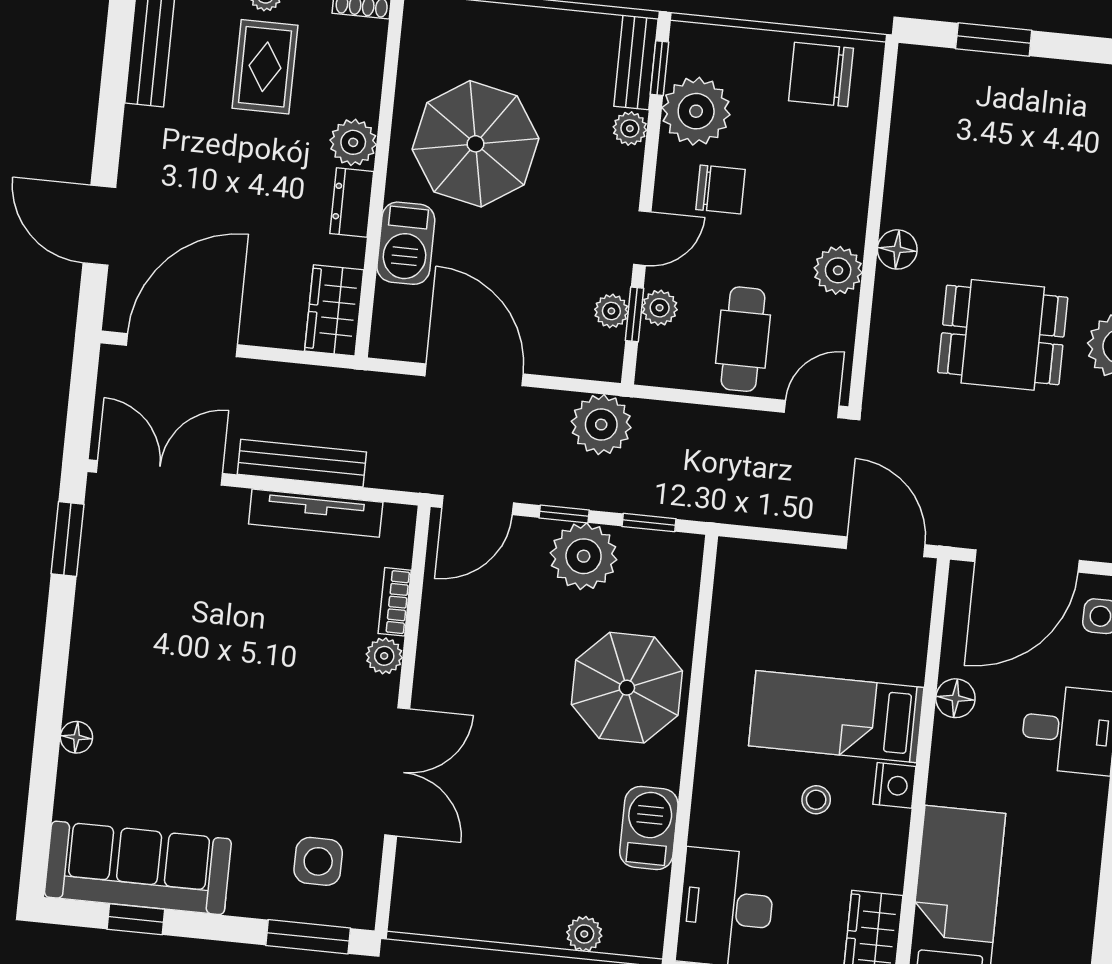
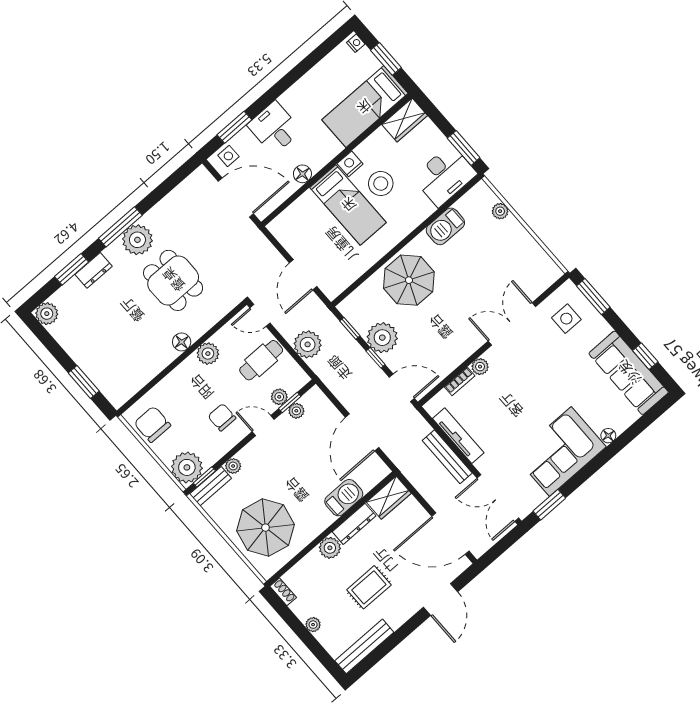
rug: (265, 67) -> (369, 587), moved
chair: (821, 75) -> (152, 424), turned 180
plant: (696, 111) -> (187, 467), moved
parasol: (476, 144) -> (265, 528), moved
dresser: (352, 202) -> (354, 524), width x1.44
plant: (601, 425) -> (308, 344), moved
door: (886, 547) -> (303, 275), moved
corner sofa: (129, 640) -> (560, 451), added
stool: (816, 800) -> (381, 184), width x1.89, depth x1.89

